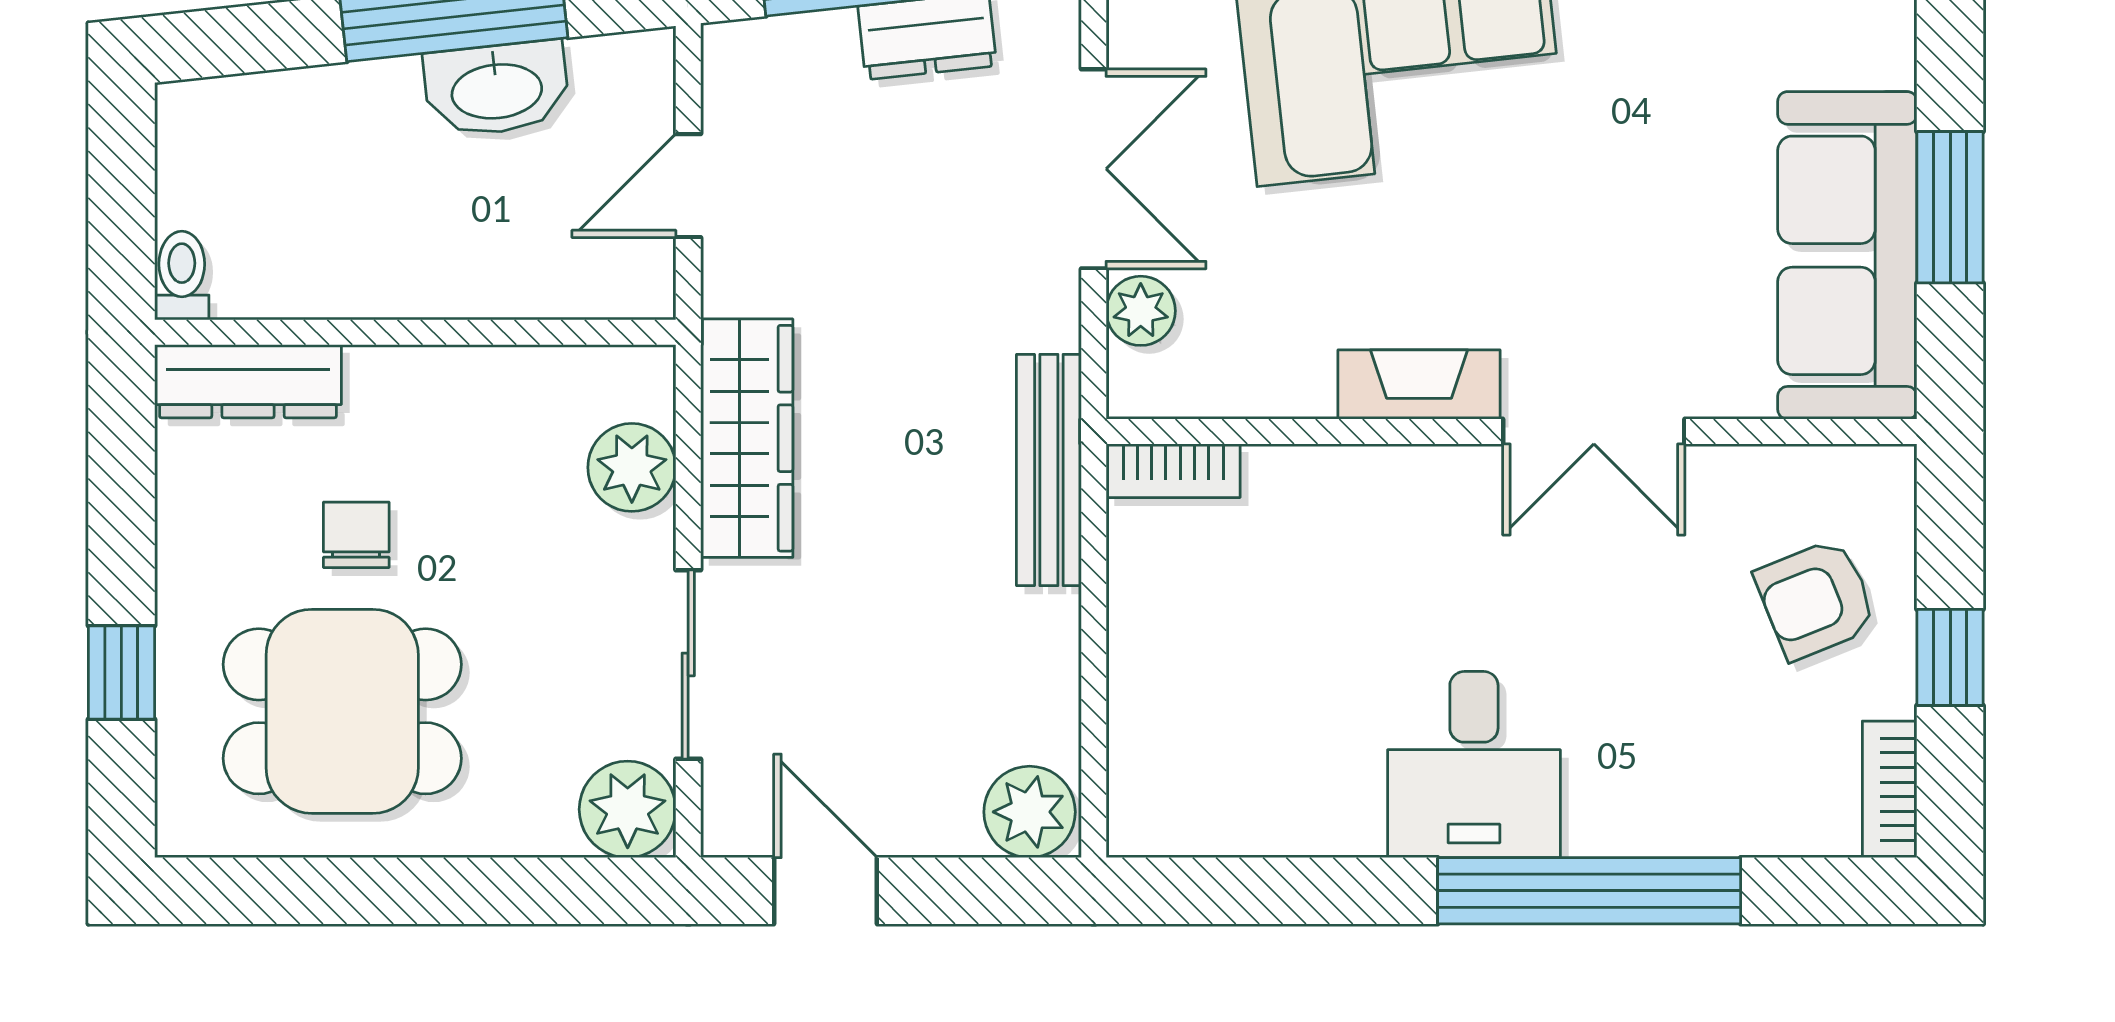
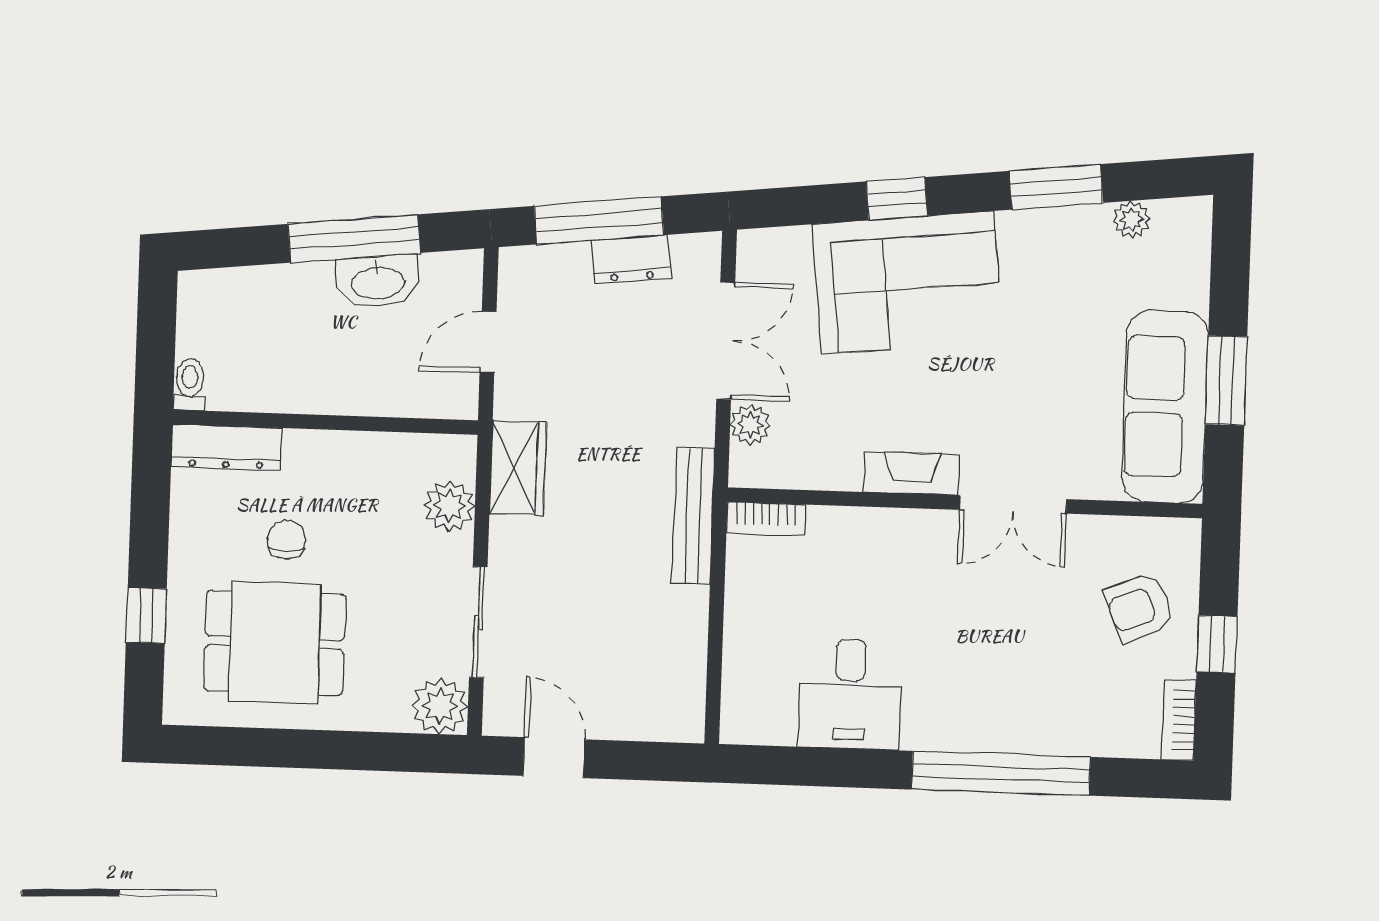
wardrobe: (747, 438) -> (518, 468), width x0.67
desk: (1474, 765) -> (850, 694), moved
plant: (1030, 812) -> (675, 716), removed

